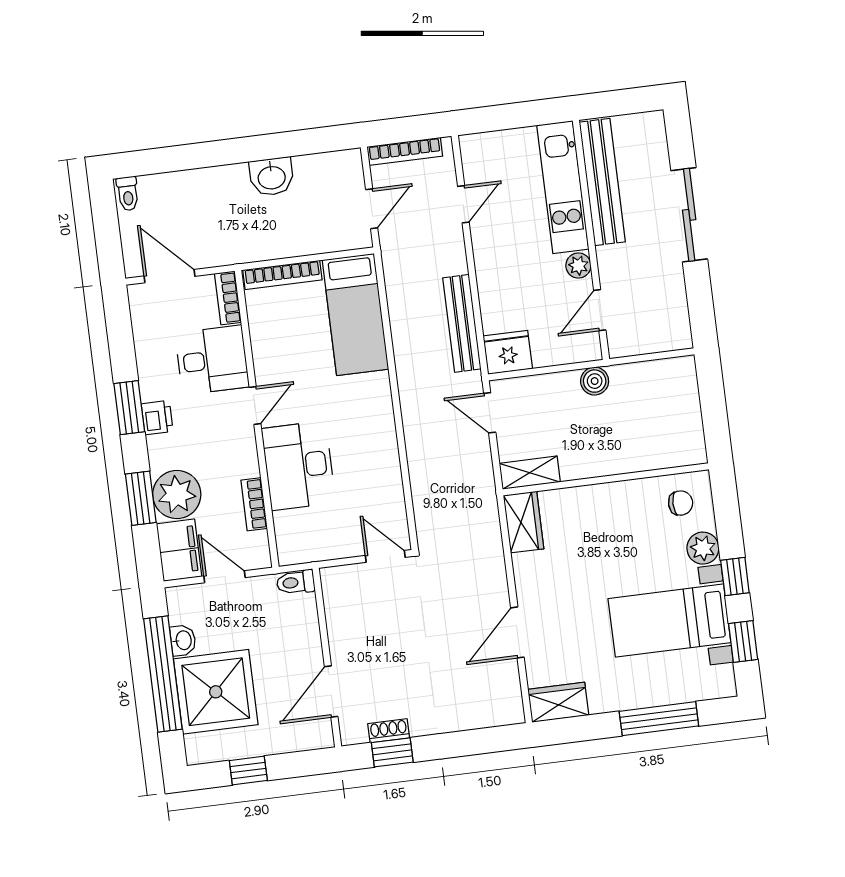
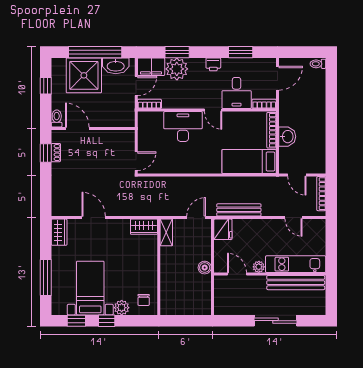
washbasin: (272, 177) -> (287, 137), moved, turned 180
window: (129, 408) -> (241, 52), moved
bookcase: (254, 504) -> (149, 104), moved
toilet: (296, 582) -> (57, 118), moved
washbasin: (183, 640) -> (116, 66), width x1.91, depth x1.45

